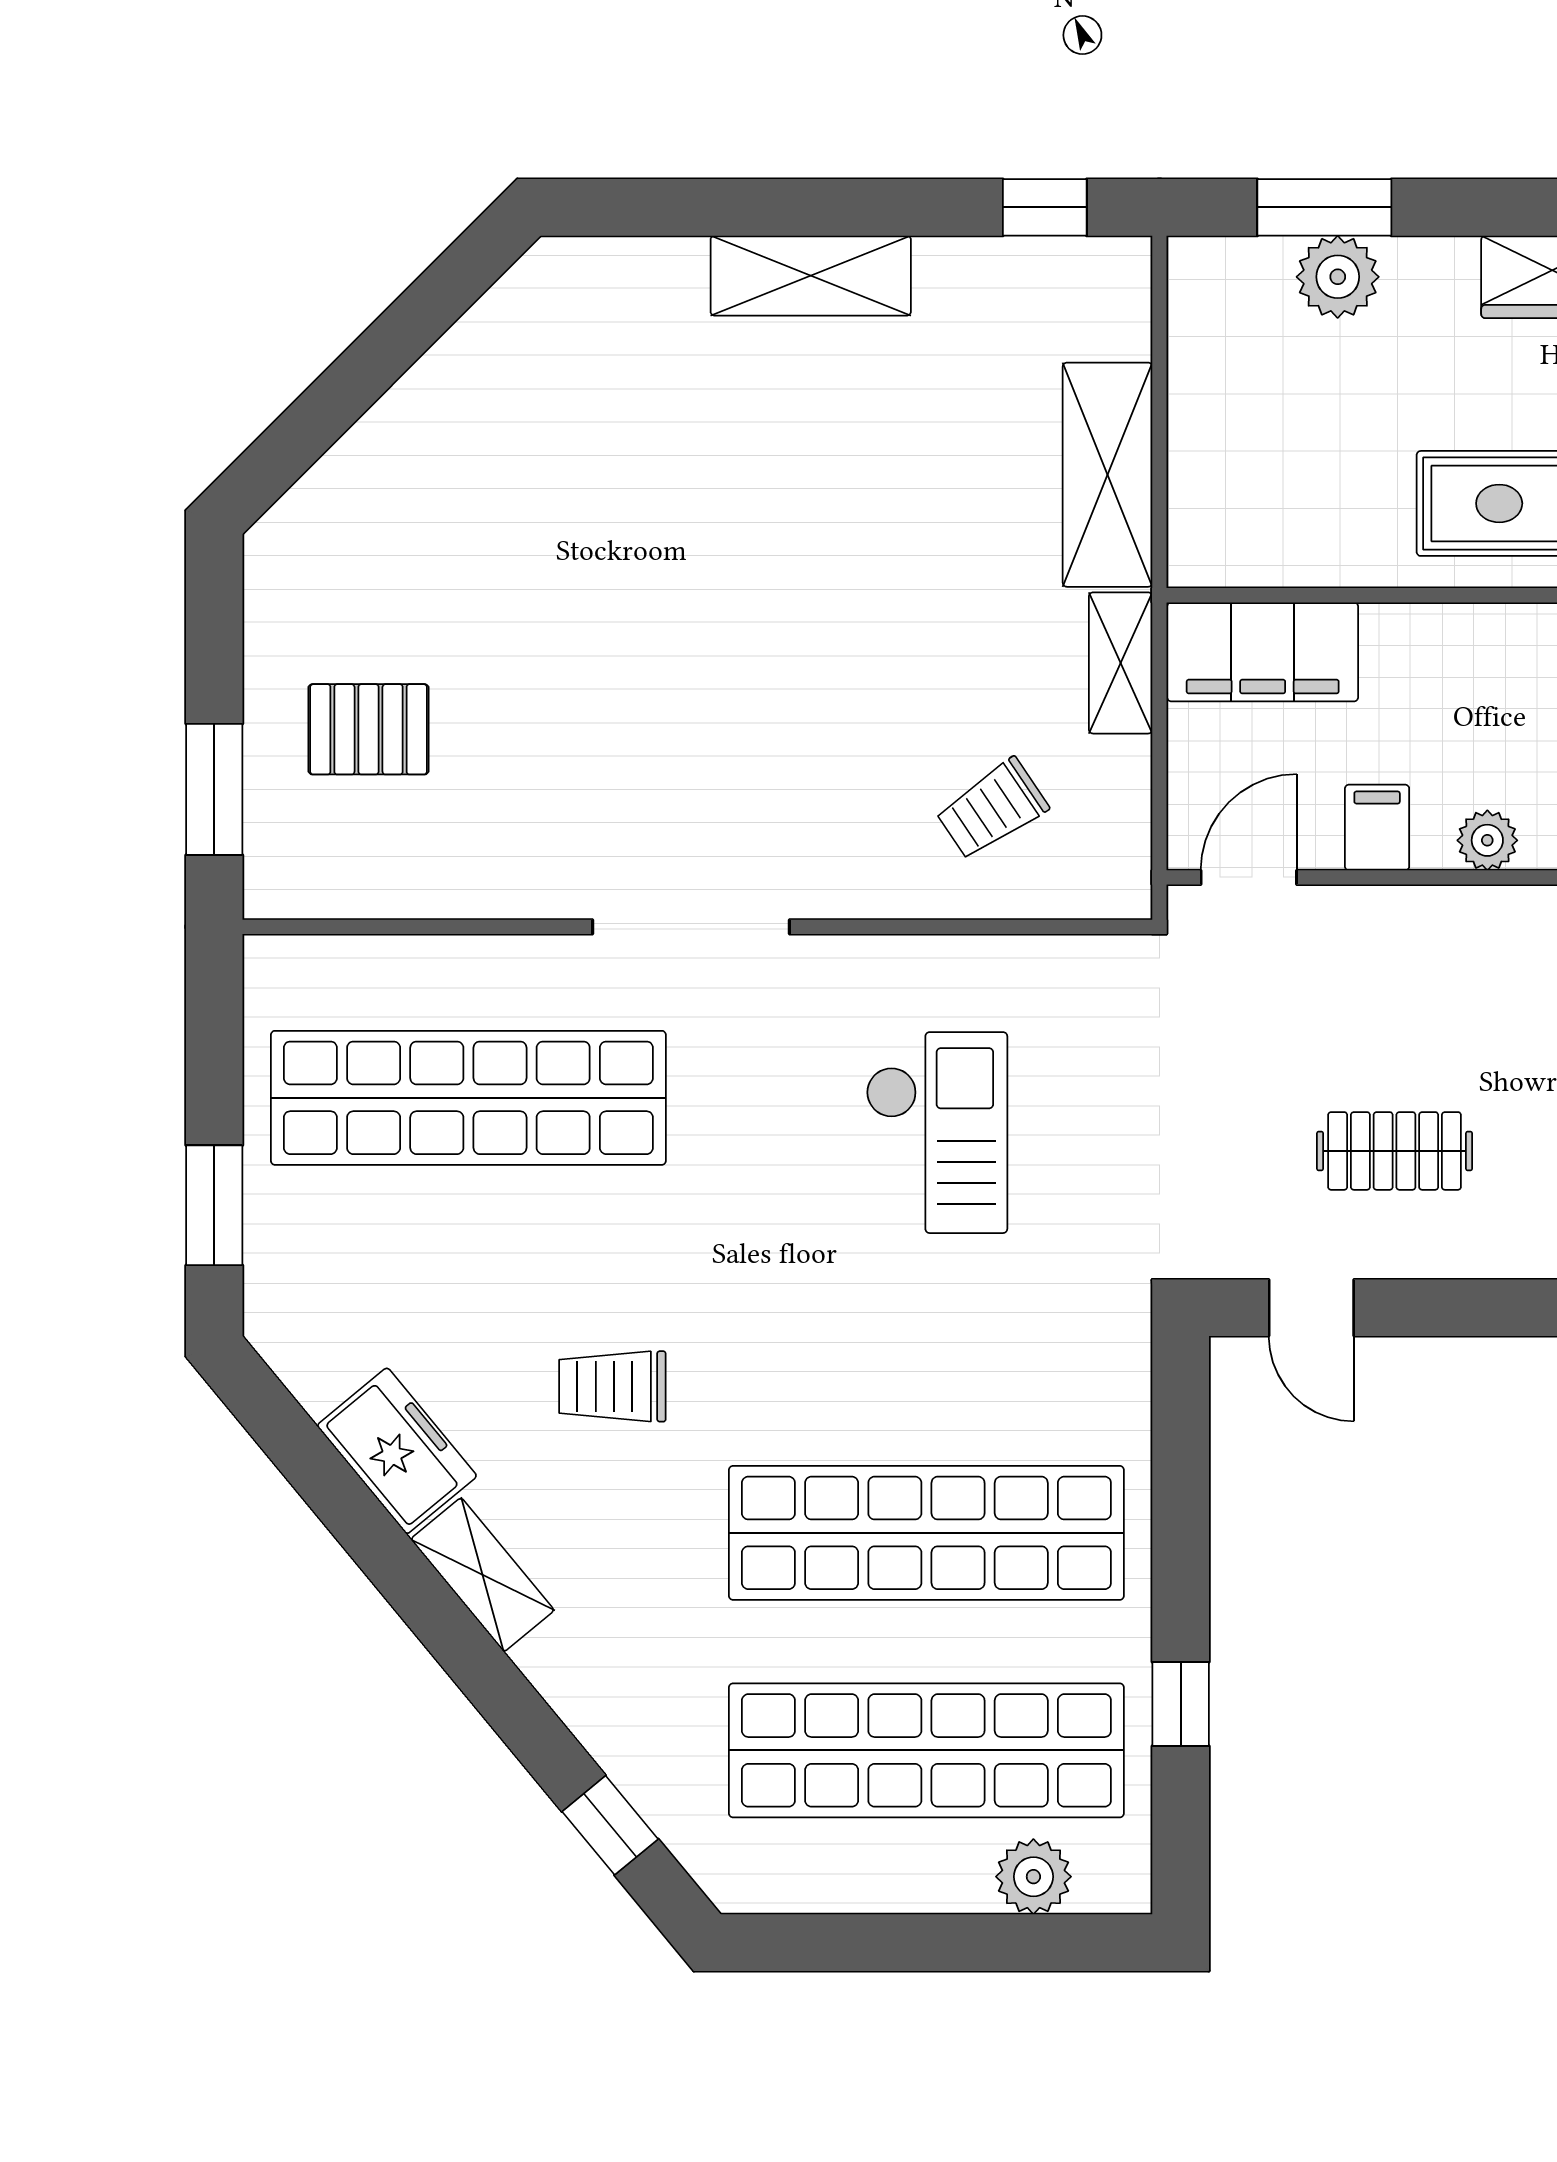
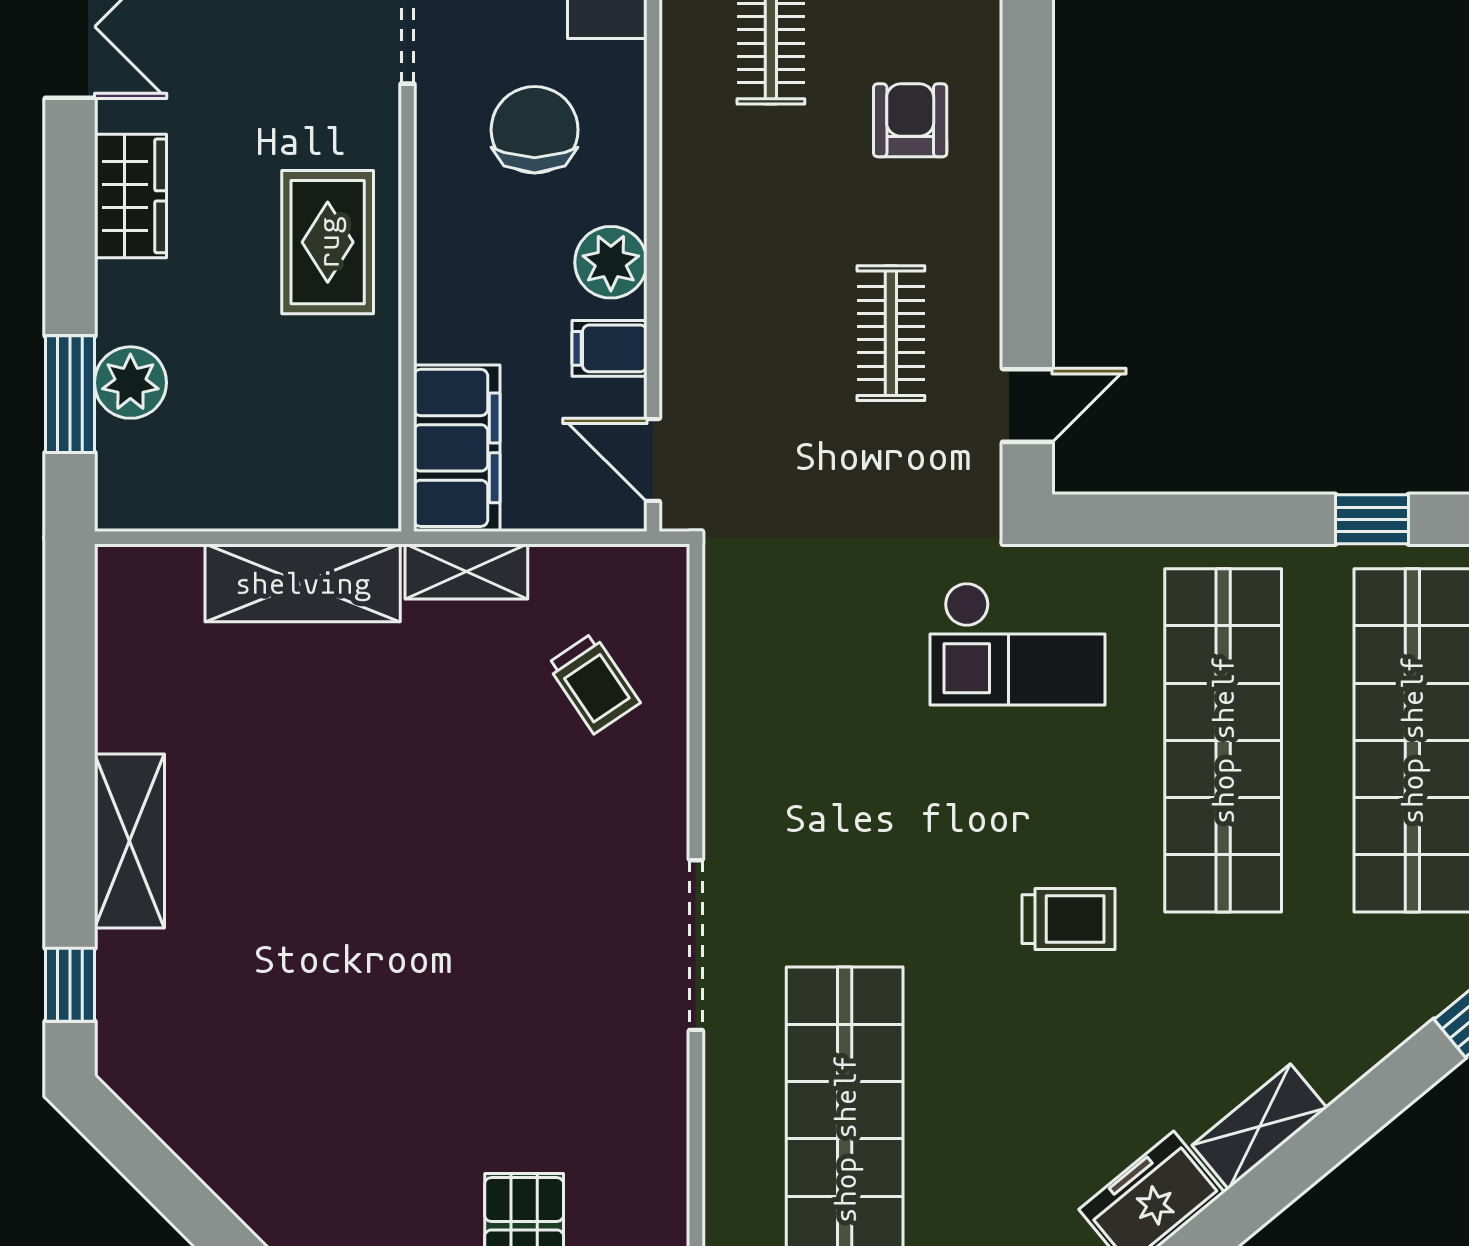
window: (1045, 207) -> (70, 985), moved
plant: (1487, 840) -> (611, 262), width x1.38, depth x1.38
checkout: (937, 1133) -> (1017, 644), moved, turned 180
trolley: (612, 1386) -> (1069, 919), moved, turned -90

